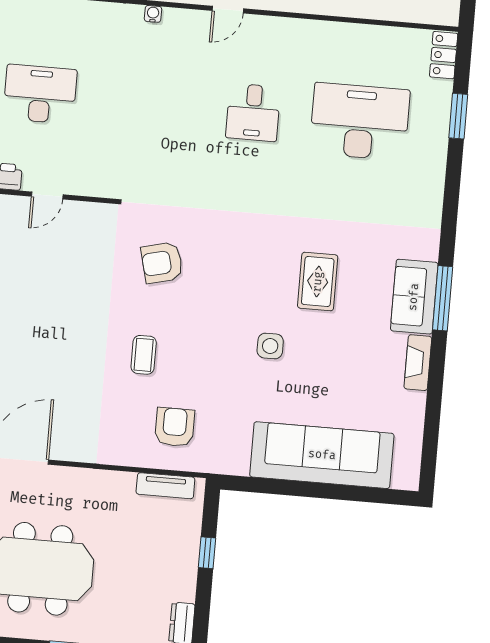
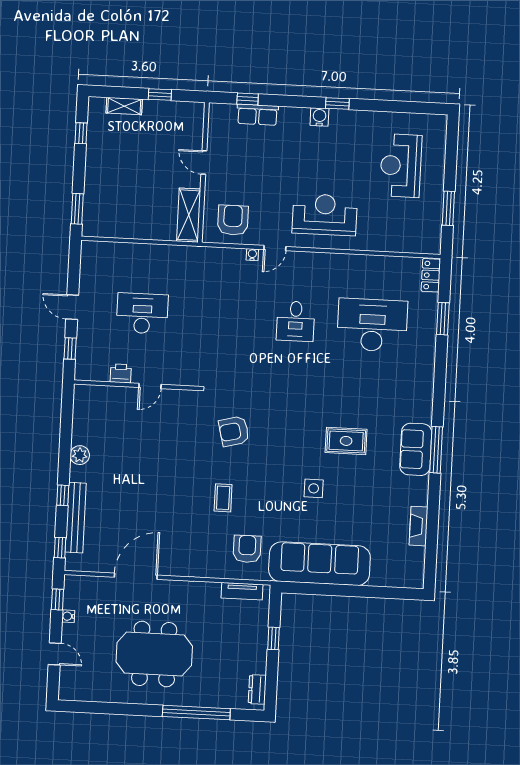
water cooler: (153, 14) -> (252, 255), moved
rug: (318, 282) -> (346, 441), turned 90
fireplace: (418, 363) -> (419, 526), moved
sofa: (322, 455) -> (319, 564), moved

